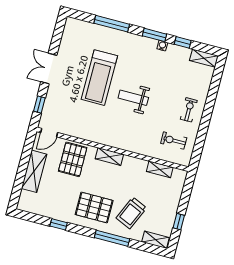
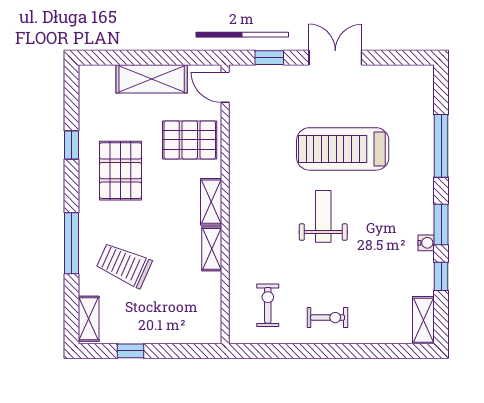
shelving: (160, 169) -> (212, 249), moved
pallet: (94, 208) -> (120, 171), moved

